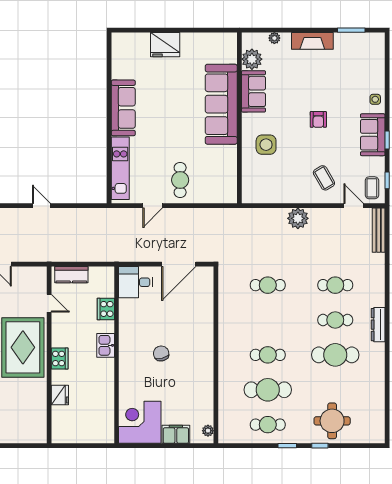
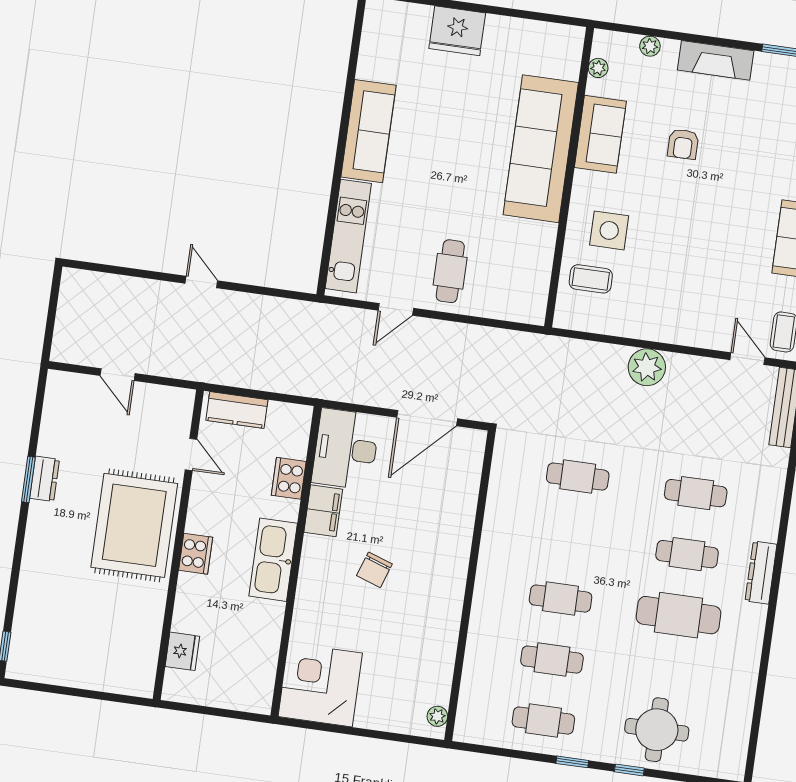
plant: (252, 59) -> (598, 68), width x0.53, depth x0.53
armchair: (318, 119) -> (683, 144), moved
coffee table: (324, 178) -> (591, 279), moved, turned -60
desk: (136, 282) -> (346, 449), width x1.37
kitchen sink: (106, 345) -> (273, 560), width x1.87, depth x1.24
chair: (161, 353) -> (374, 570), turned -147
cafe table: (268, 390) -> (552, 660), width x0.73, depth x0.74
fridge: (60, 395) -> (182, 651), moved
filing cabinet: (176, 434) -> (323, 511), moved, turned 90

